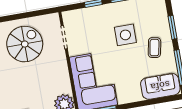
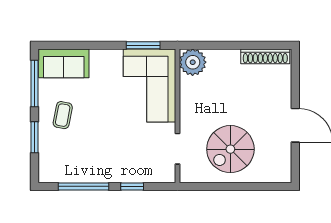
side table: (125, 35) -> (98, 138), removed

